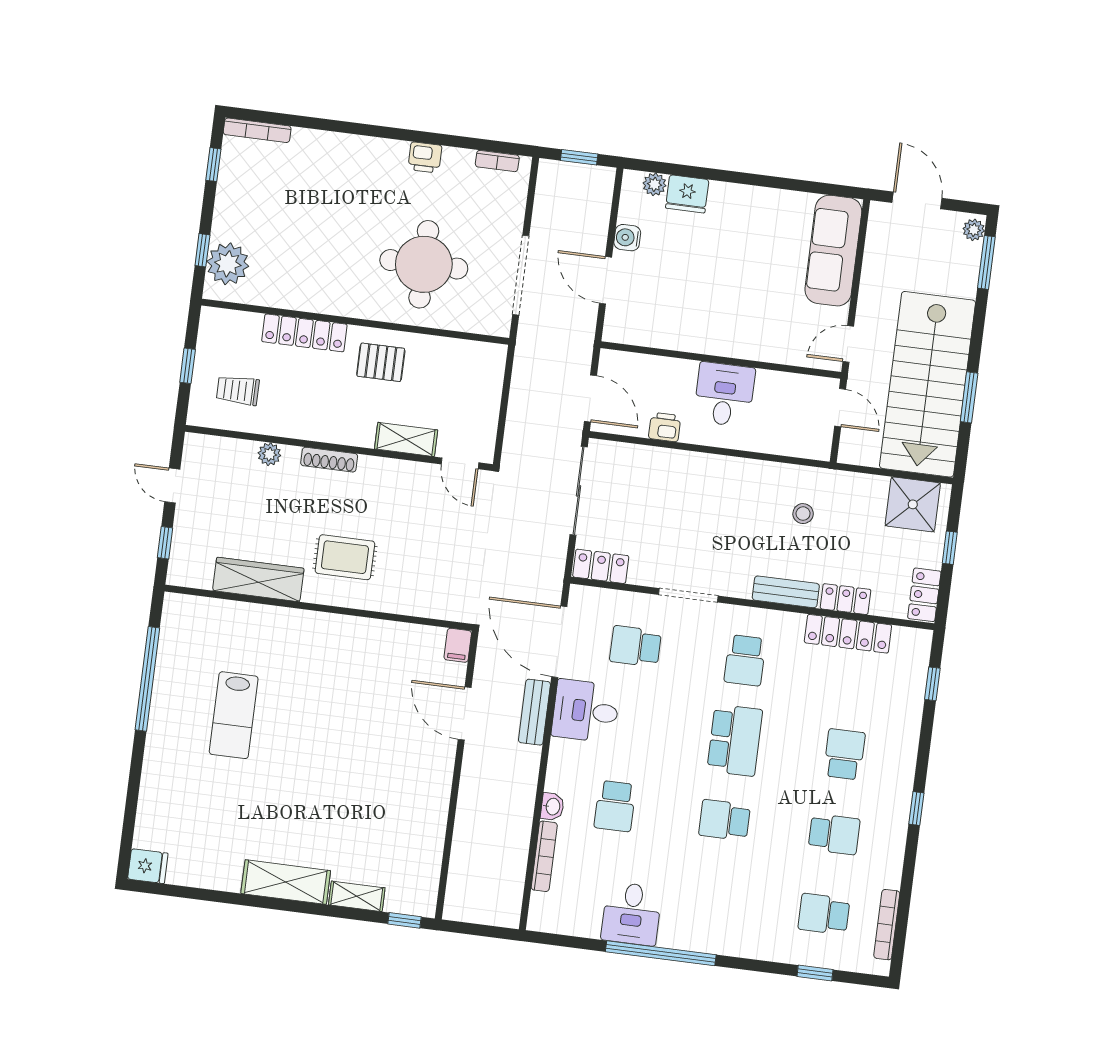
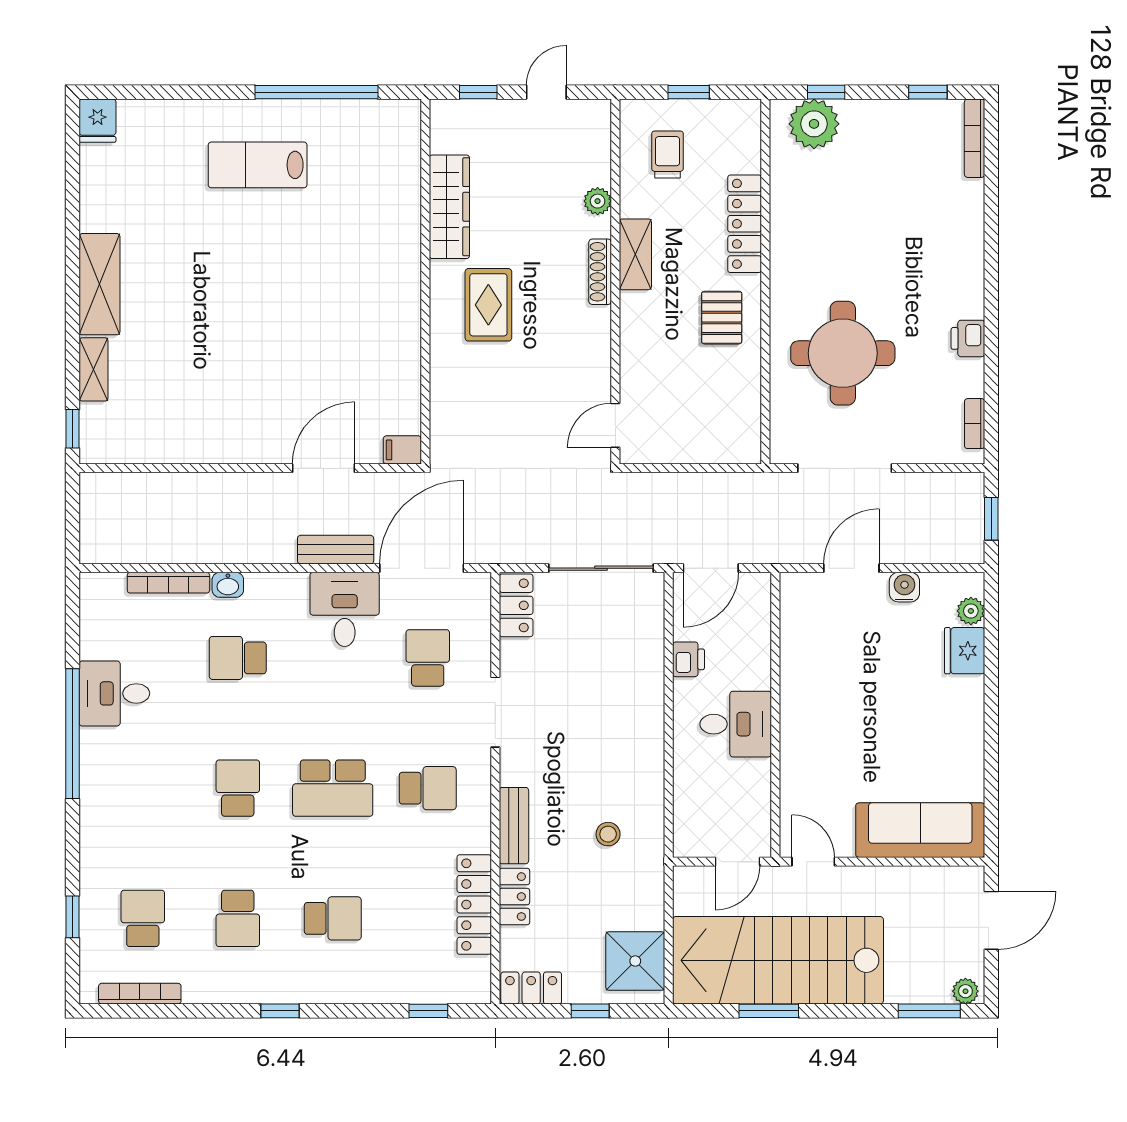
shelving: (406, 439) -> (635, 254), moved
school desk: (745, 660) -> (428, 788), turned 180
lab bench: (234, 715) -> (258, 165), moved

